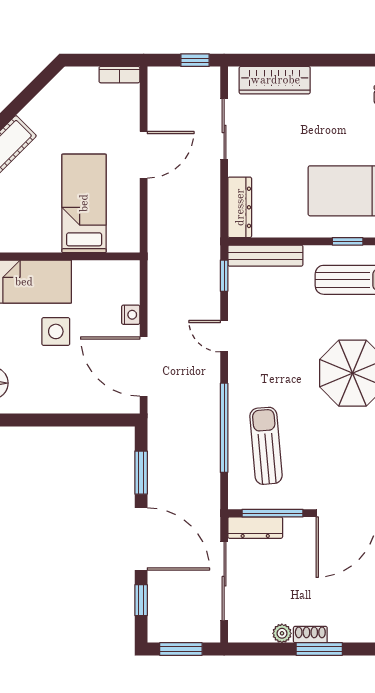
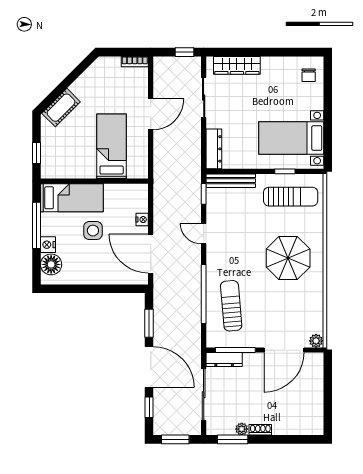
window: (319, 649) -> (233, 439), moved

